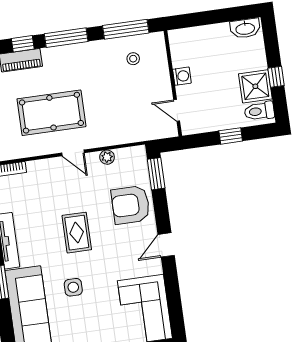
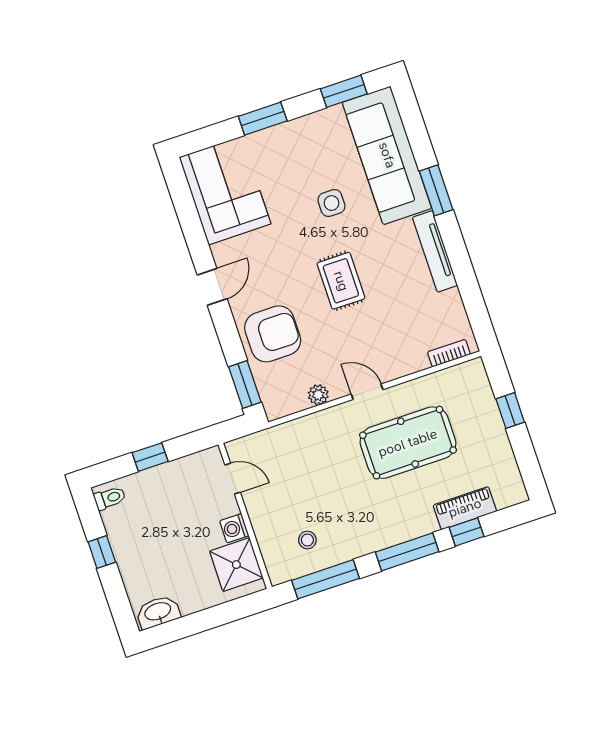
shower: (255, 86) -> (236, 565), moved
toilet: (259, 111) -> (110, 498), width x0.73, depth x0.72

